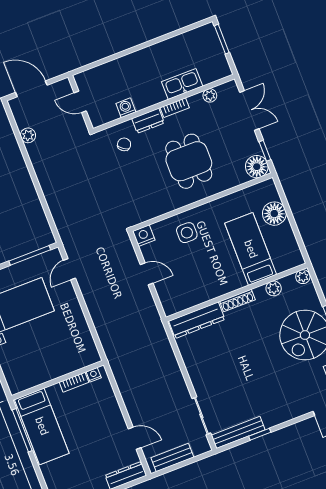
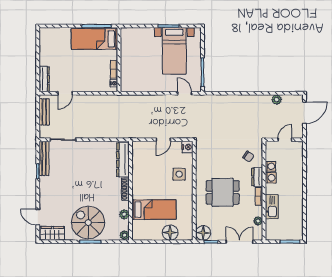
washing machine: (142, 101) -> (271, 178), added
double door: (249, 110) -> (239, 242), swing flipped

